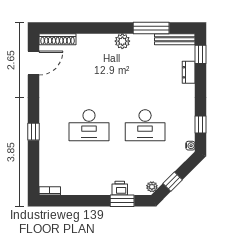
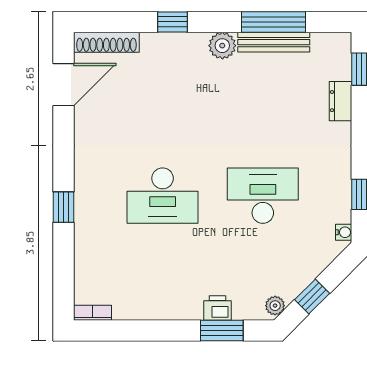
window: (95, 28) -> (173, 22), added
bench: (175, 39) -> (274, 42), moved
desk: (145, 125) -> (263, 196), turned 180

